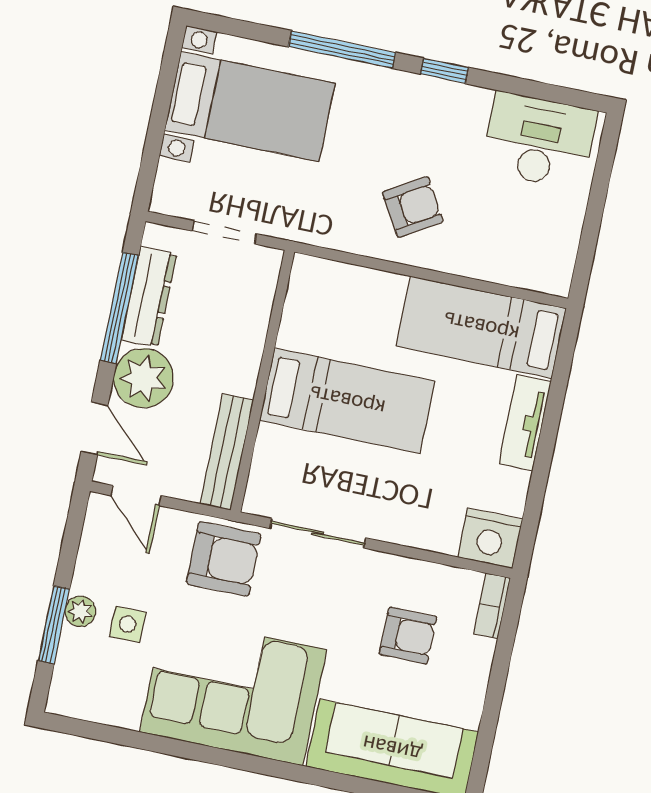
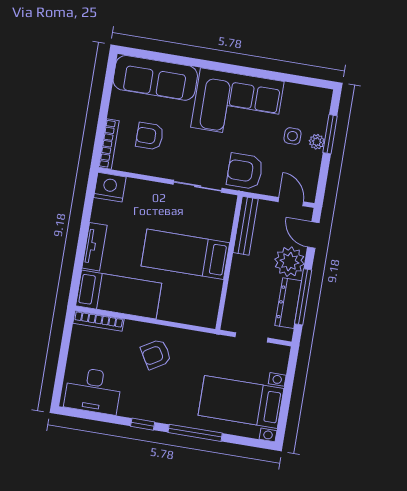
bookcase: (523, 277) -> (98, 321), added
bookcase: (492, 606) -> (109, 144), width x1.56

